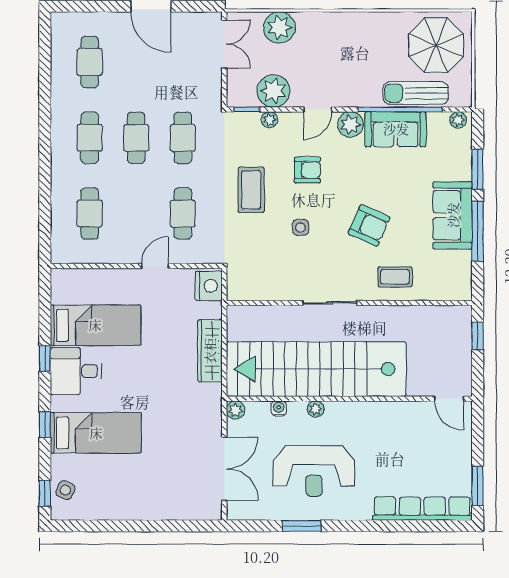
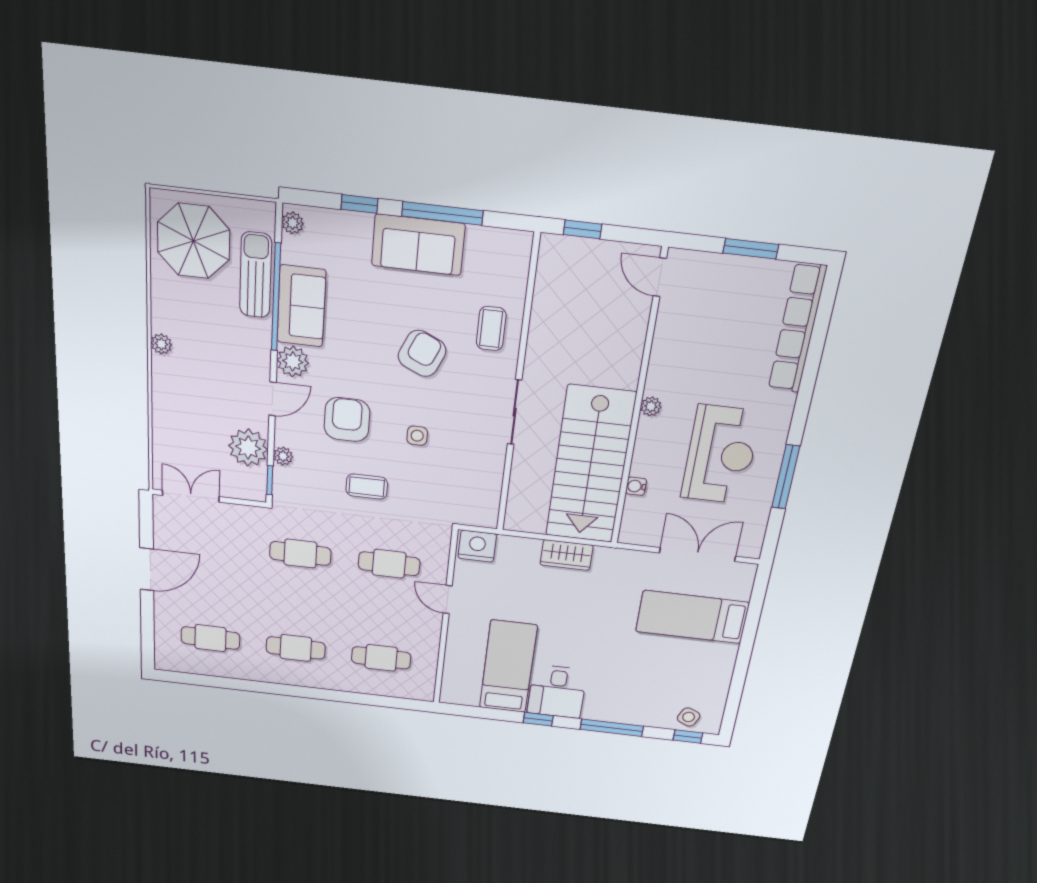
plant: (279, 27) -> (161, 344), moved, width x0.53, depth x0.53
sun lounger: (416, 93) -> (256, 275), turned 180
door: (318, 109) -> (273, 399), hinge flipped
cafe table: (136, 138) -> (298, 602), removed
window: (478, 169) -> (359, 204), width x0.67
armchair: (307, 170) -> (347, 420), width x1.38, depth x1.38
coffee table: (251, 190) -> (367, 487), width x0.73, depth x0.77
wardrobe: (210, 351) -> (567, 555), width x0.67
stairs: (316, 369) -> (590, 465), width x0.73
door: (449, 399) -> (660, 277), swing flipped
plant: (316, 409) -> (651, 406), moved
plant: (236, 410) -> (629, 534), removed
window: (45, 425) -> (612, 728), width x2.17
bed: (96, 433) -> (692, 617), moved, turned -90
window: (478, 486) -> (751, 249), moved
window: (302, 526) -> (786, 477), width x1.44

